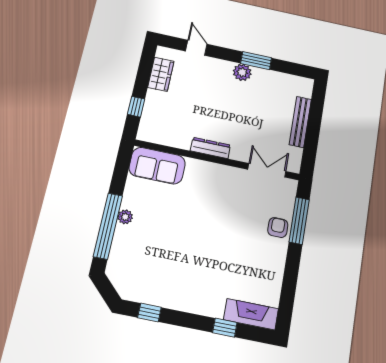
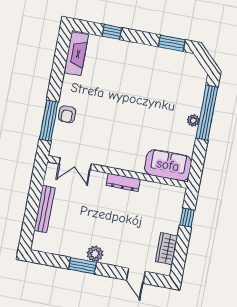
window: (150, 313) -> (172, 43), width x1.50
fireplace: (251, 314) -> (76, 54), moved, turned -90

